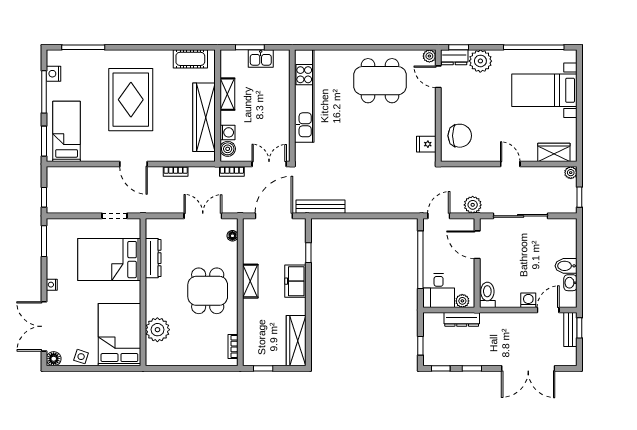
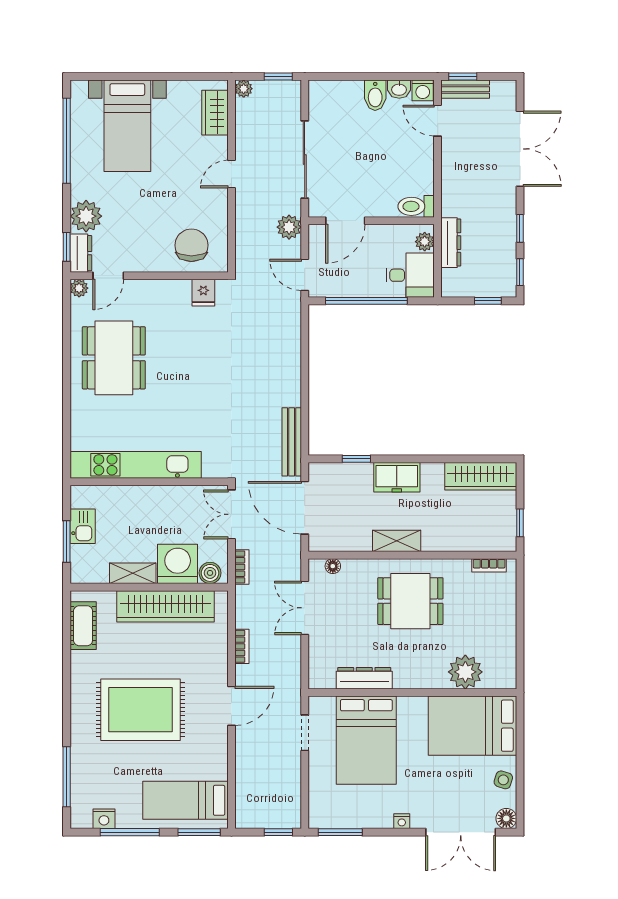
washing machine: (227, 132) -> (178, 564), width x1.89, depth x1.89
washing machine: (528, 300) -> (423, 90), moved, turned -90

